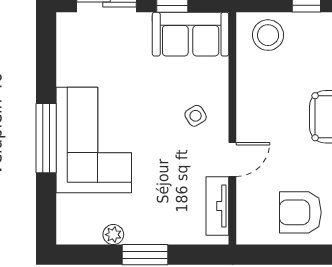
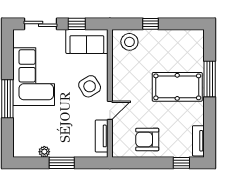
side table: (196, 116) -> (90, 86), width x1.87, depth x1.87
corner sofa: (94, 140) -> (34, 77), moved

